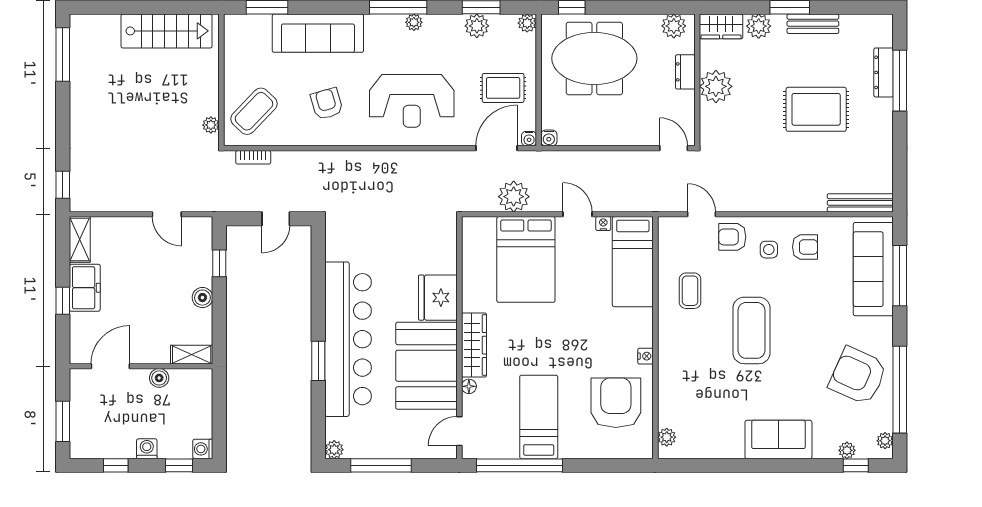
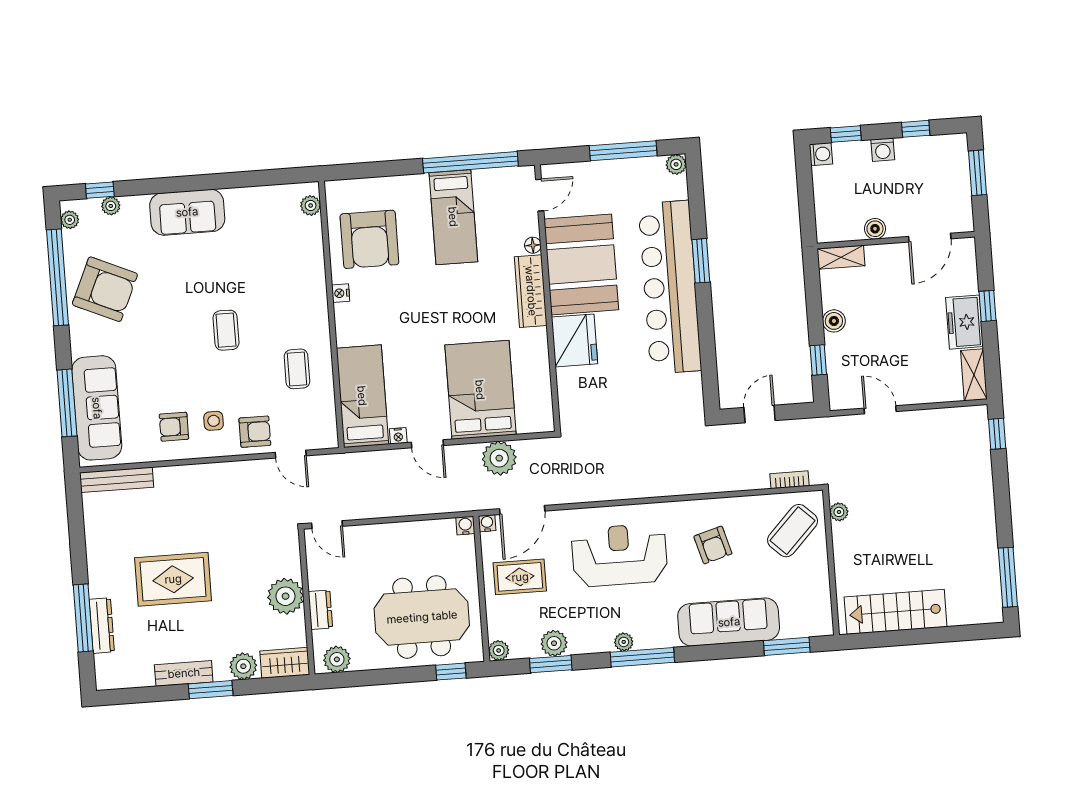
coffee table: (751, 330) -> (226, 330), width x0.54, depth x0.58

